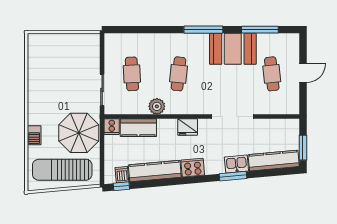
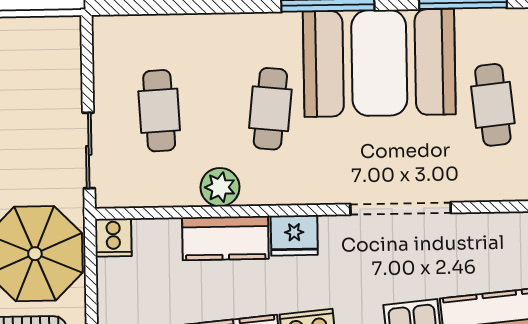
booth: (233, 49) -> (379, 63), width x1.36, depth x1.42
kitchen counter: (138, 128) -> (225, 238), moved

